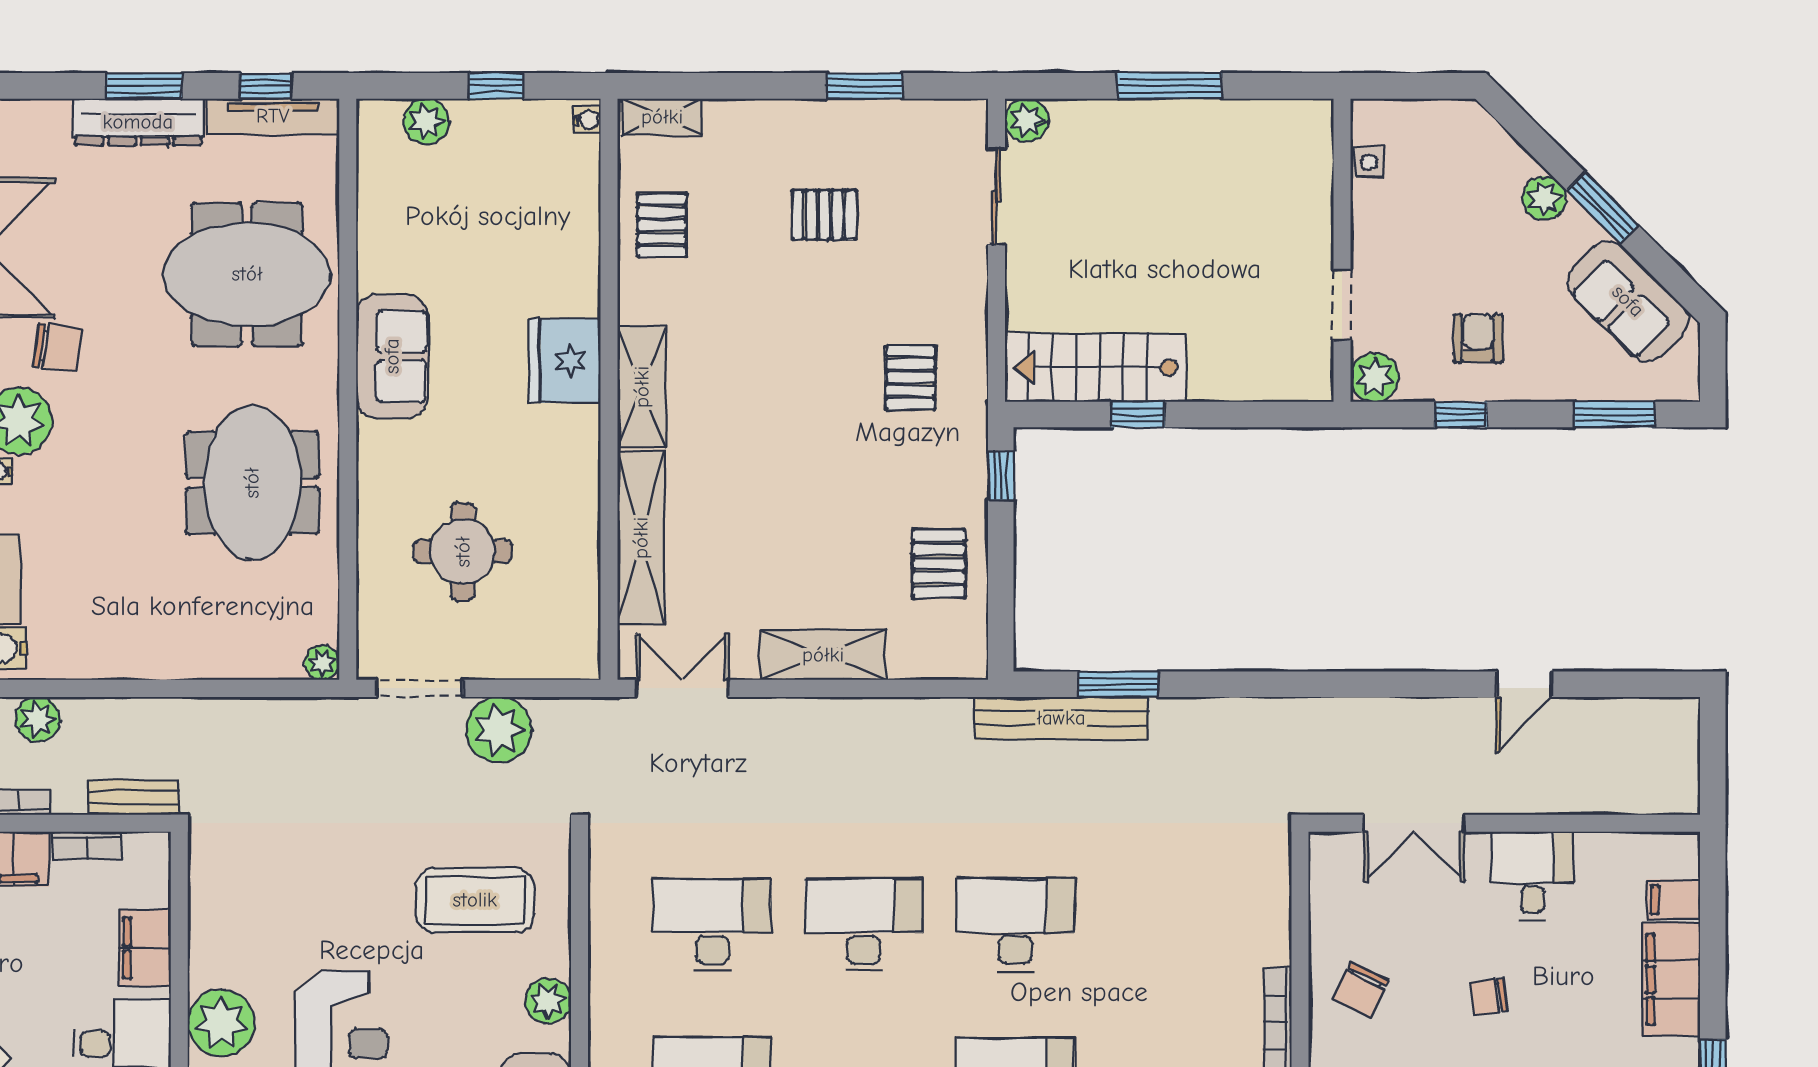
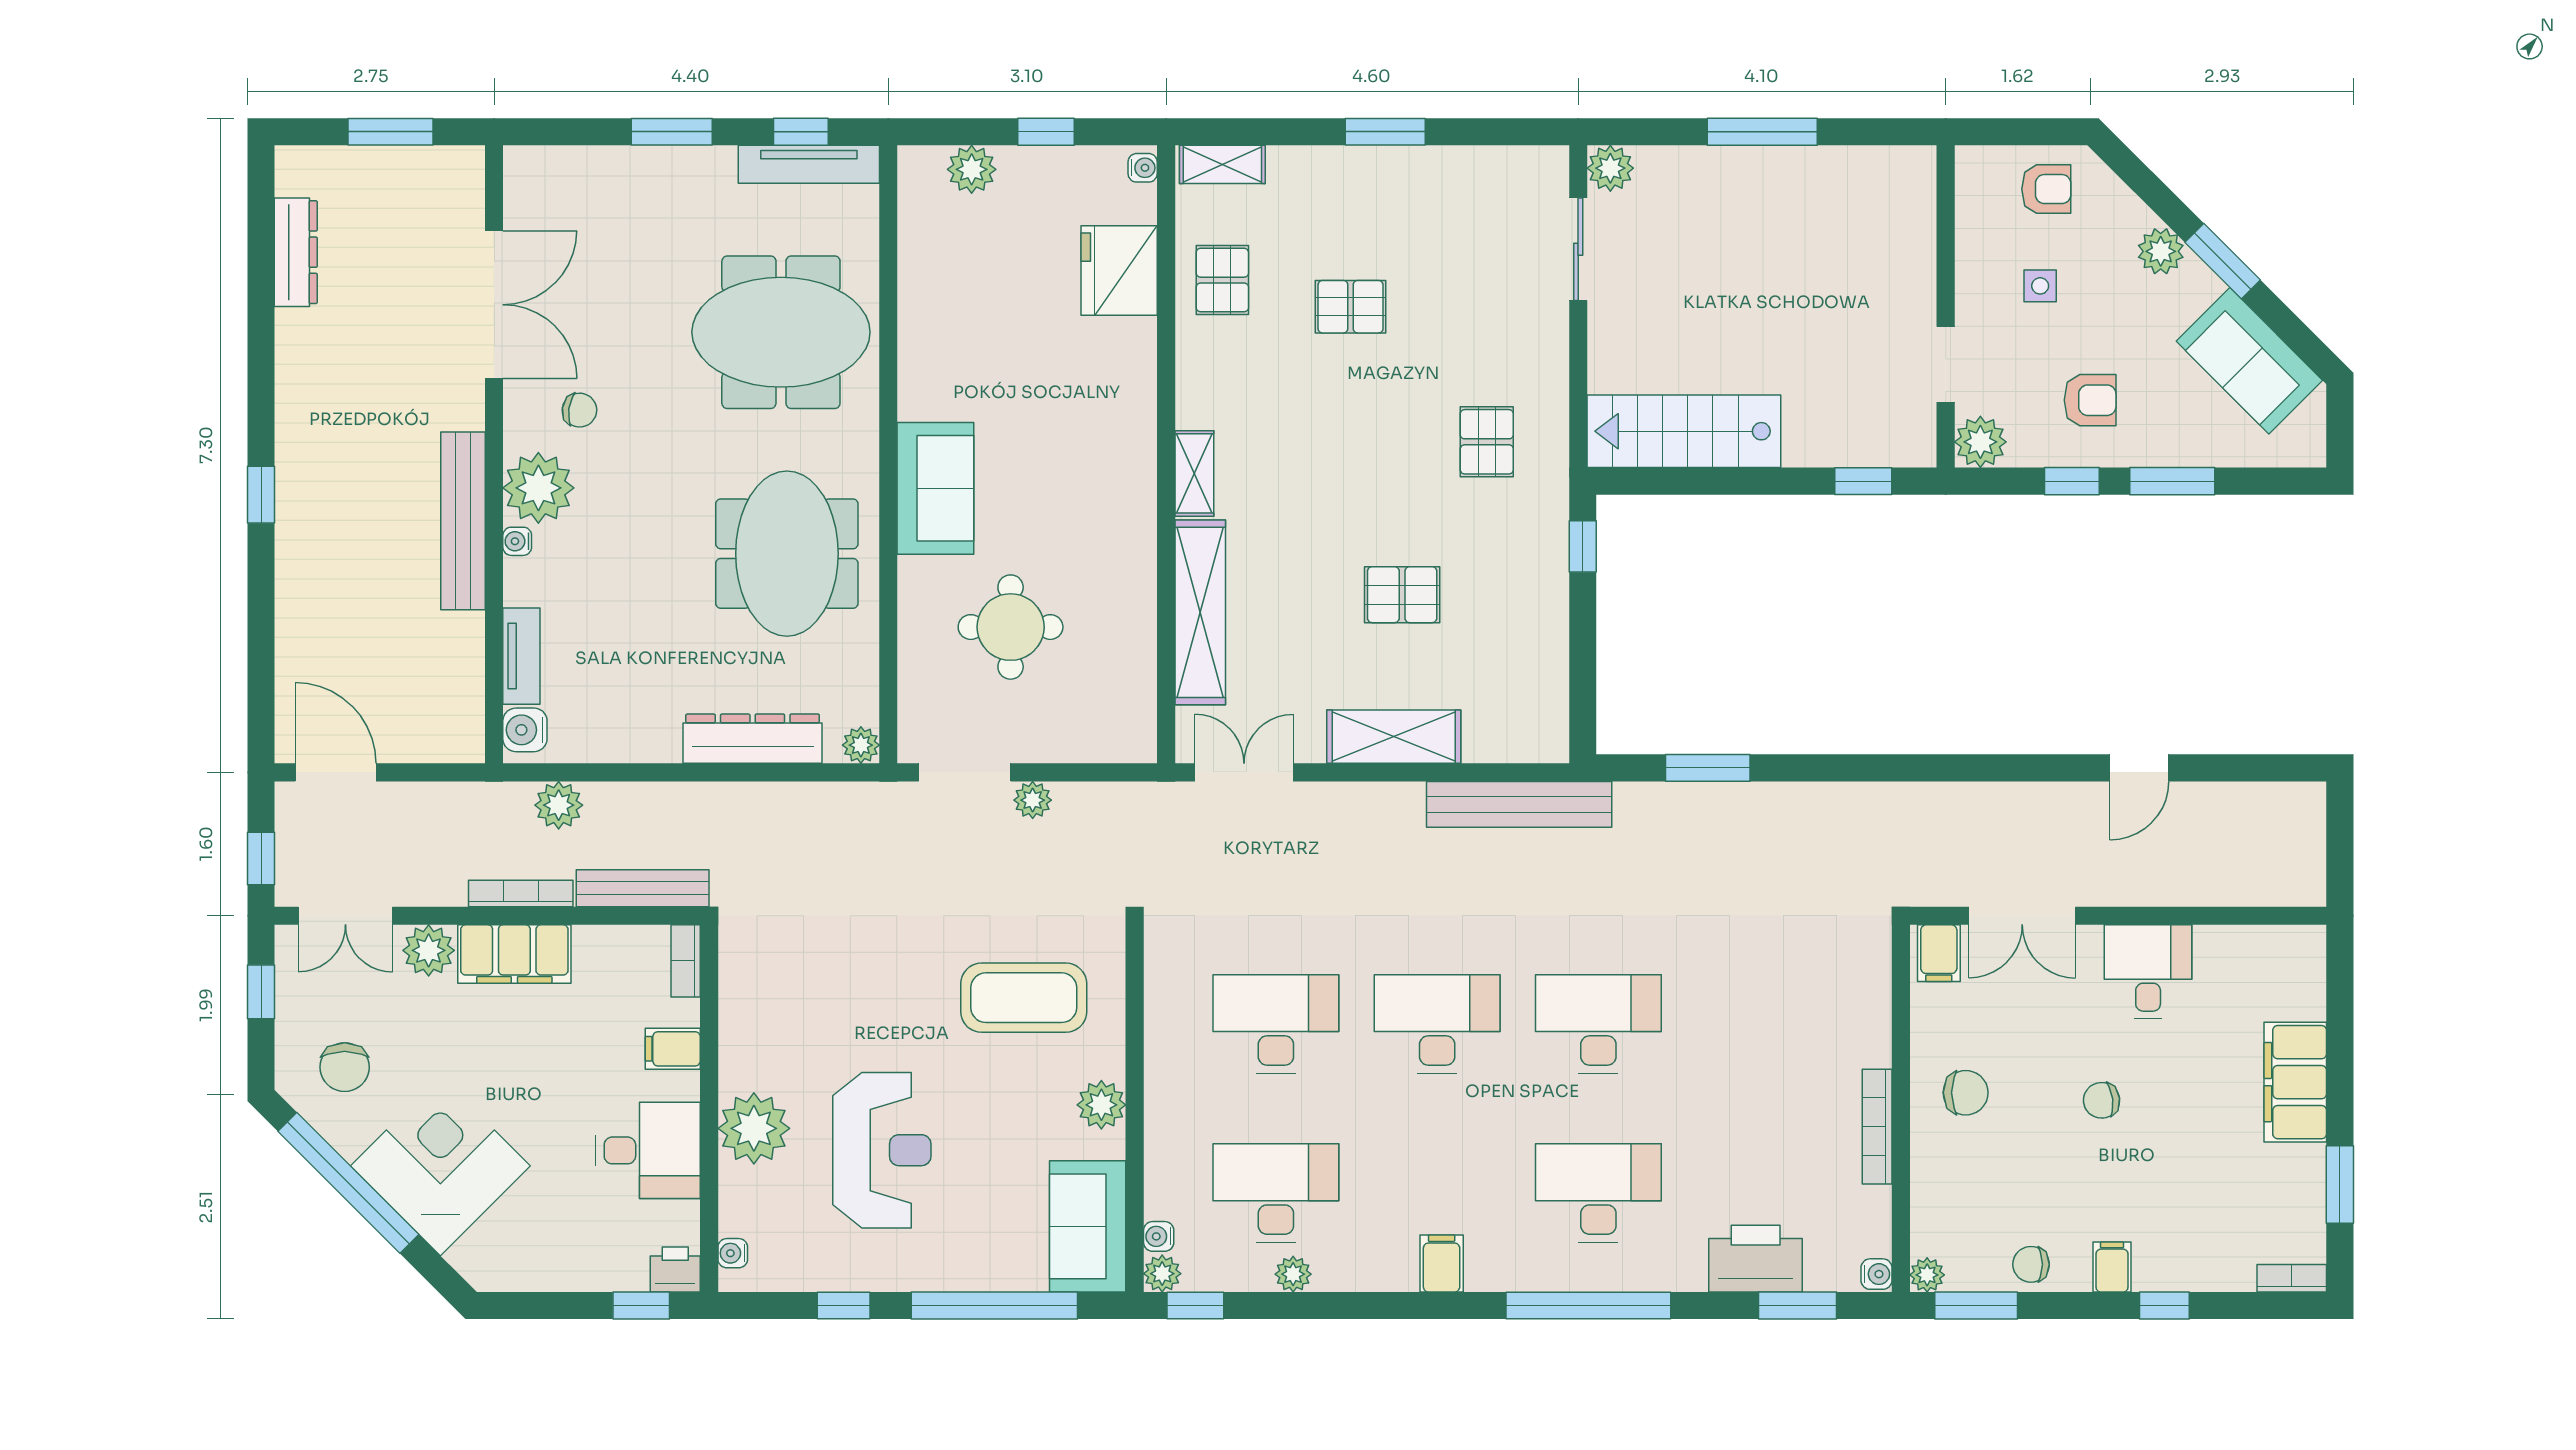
window: (864, 86) -> (1385, 132), moved
dresser: (138, 122) -> (753, 739), moved, turned 180
armchair: (1437, 140) -> (2046, 189), added
side table: (1369, 162) -> (2040, 286), moved
pallet: (824, 215) -> (1351, 307), moved
armchair: (1478, 338) -> (2090, 400), turned 90
chair: (57, 348) -> (580, 410), width x0.73, depth x0.73
sofa: (392, 356) -> (935, 488), moved
fridge: (565, 361) -> (1119, 270), moved
shelving: (642, 387) -> (1194, 473), width x0.67, depth x0.75
window: (1138, 415) -> (1863, 481), moved
window: (1615, 415) -> (2172, 481), moved
pallet: (939, 564) -> (1402, 595), moved, turned 90
bench: (1061, 718) -> (1519, 804), moved
plant: (499, 730) -> (1033, 800), width x0.53, depth x0.53
bench: (133, 797) -> (643, 888), width x1.36
bookcase: (87, 845) -> (686, 961), moved, turned 90
filing cabinet: (1673, 900) -> (1939, 953), moved, turned -90
filing cabinet: (145, 948) -> (673, 1049), width x0.50
chair: (1361, 990) -> (1966, 1093), turned -116

